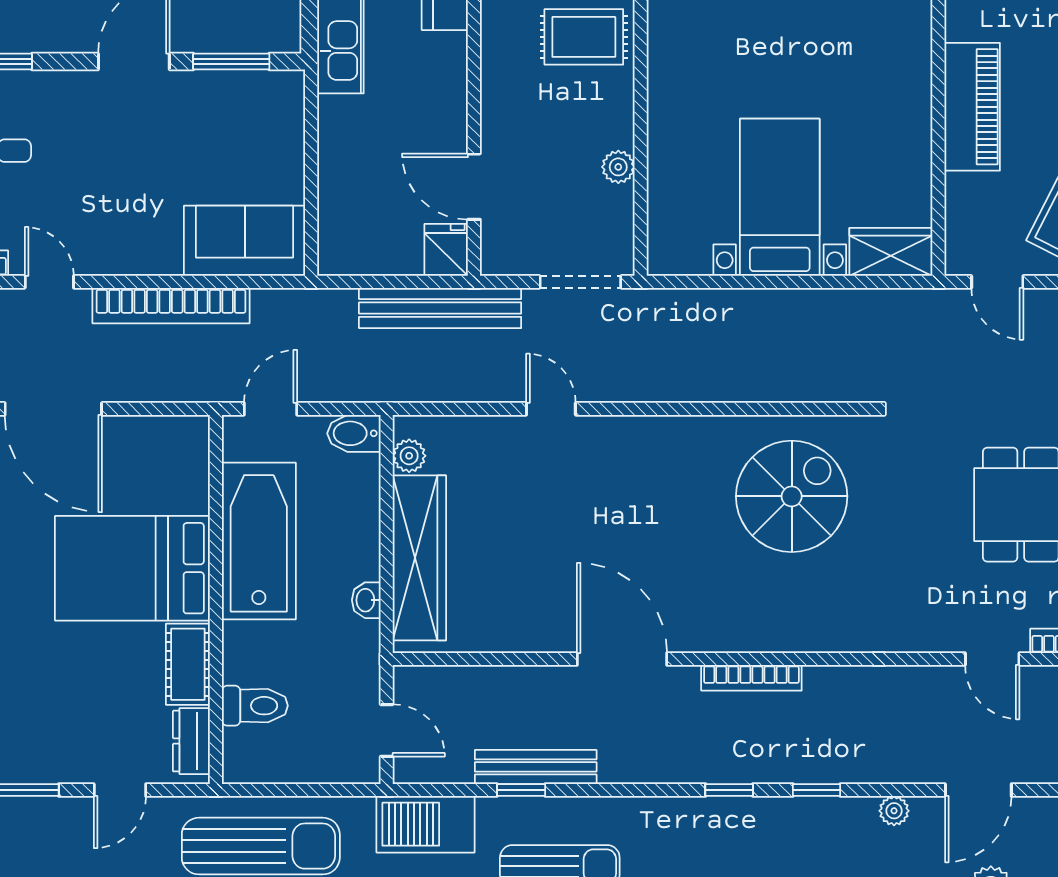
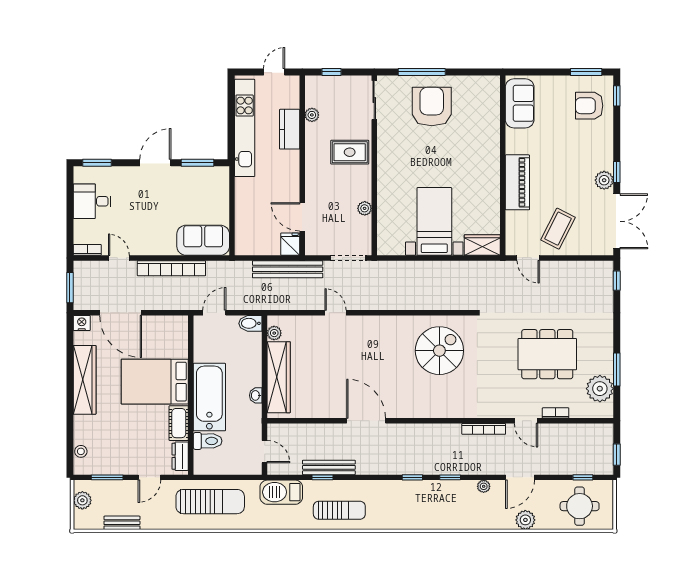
bathtub: (259, 541) -> (209, 397), moved
bookcase: (751, 678) -> (484, 429), moved

